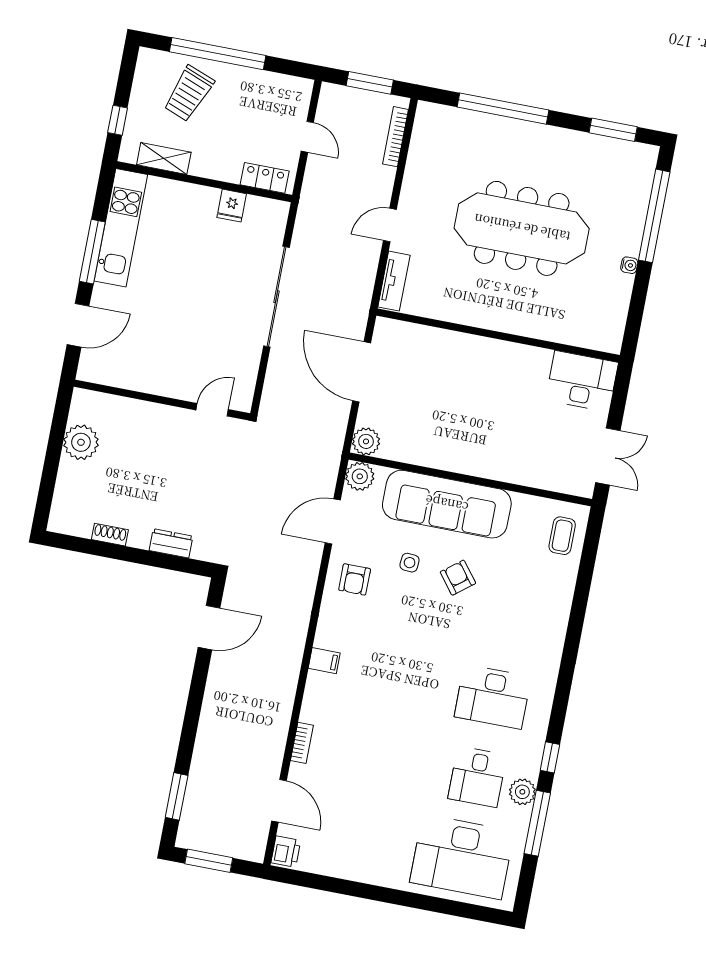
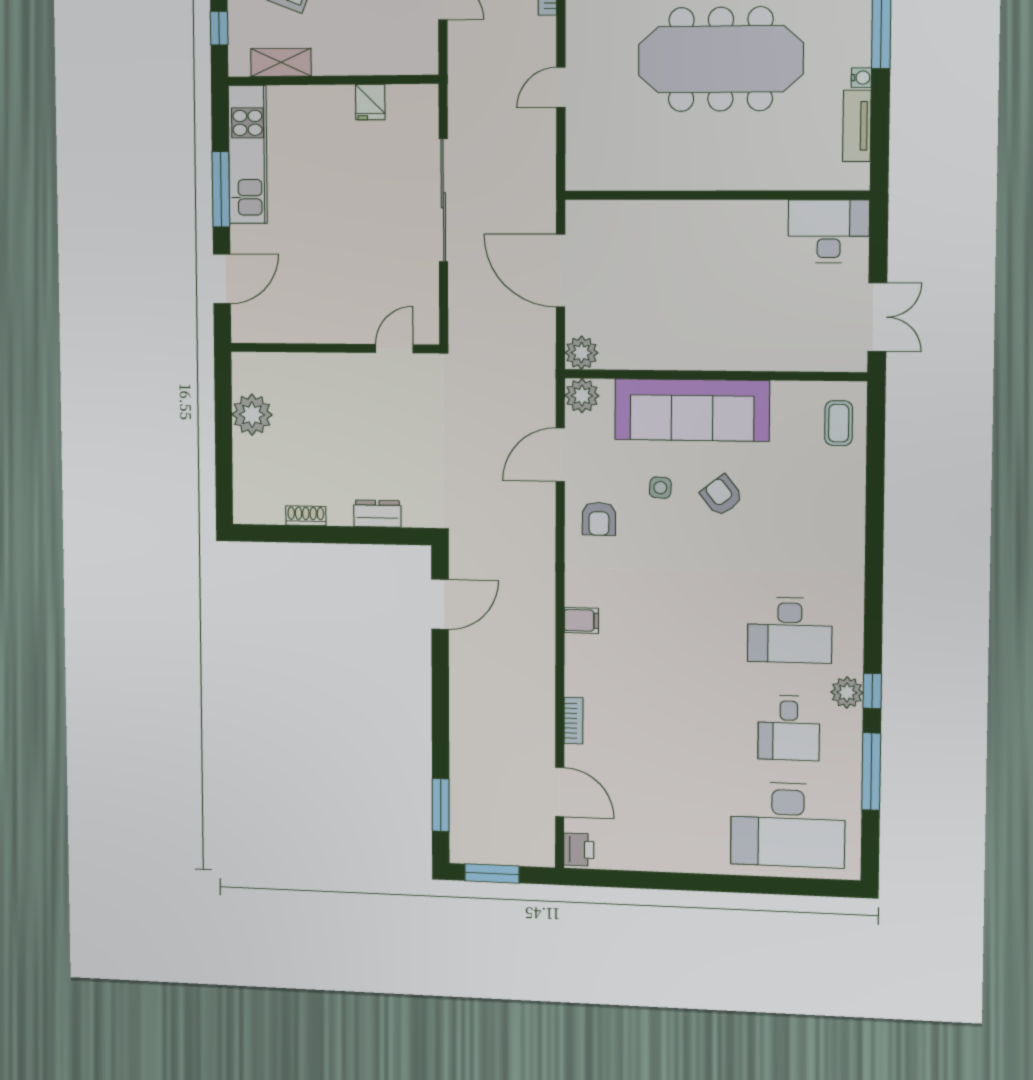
locker: (265, 178) -> (402, 61), removed
tv unit: (394, 281) -> (857, 126), moved, turned 180
plant: (522, 792) -> (847, 692), moved

